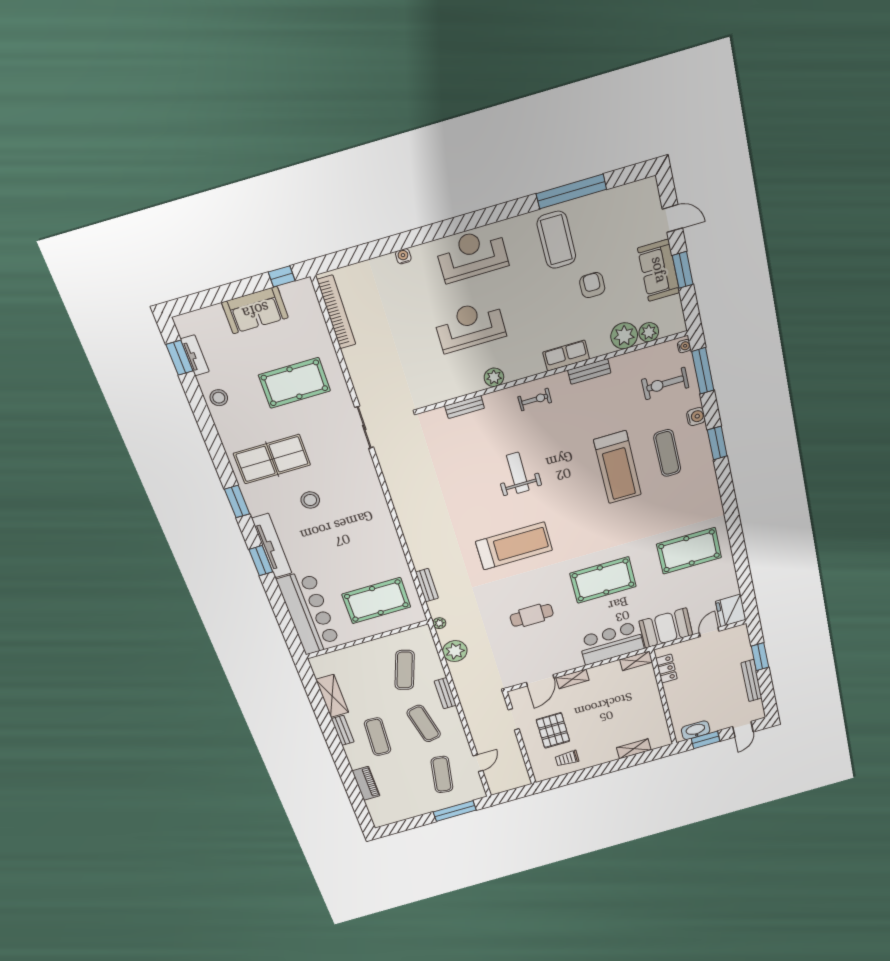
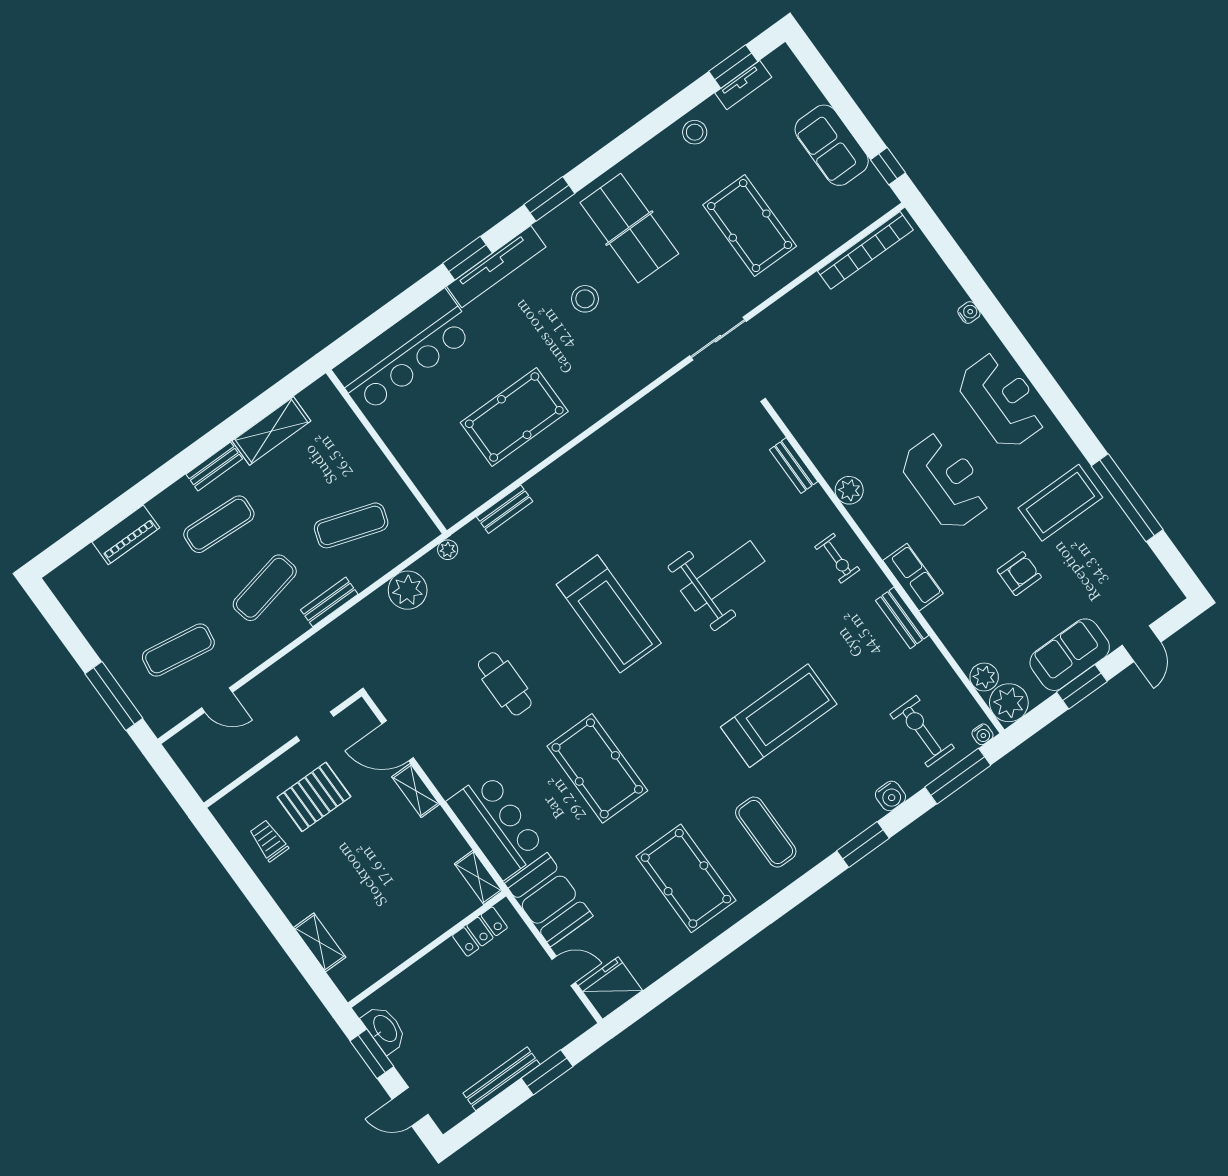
reception desk: (470, 326) -> (946, 481), moved
plant: (624, 336) -> (1009, 703), moved
exercise mat: (667, 453) -> (766, 832), moved, turned 90
treadmill: (618, 467) -> (779, 716), turned 180
weight bench: (518, 473) -> (723, 576), width x1.36, depth x1.33
pool table: (376, 601) -> (514, 417), moved, turned 90

